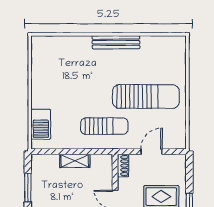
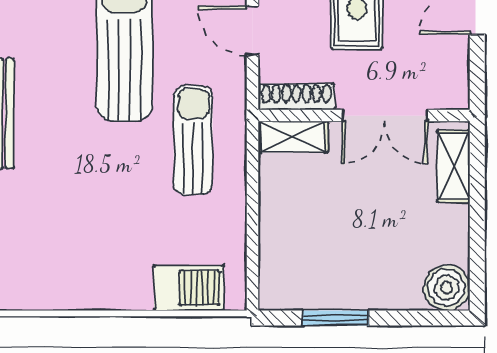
shelving: (75, 161) -> (293, 137), moved, turned 90
shoe rack: (123, 166) -> (296, 97), width x1.43

